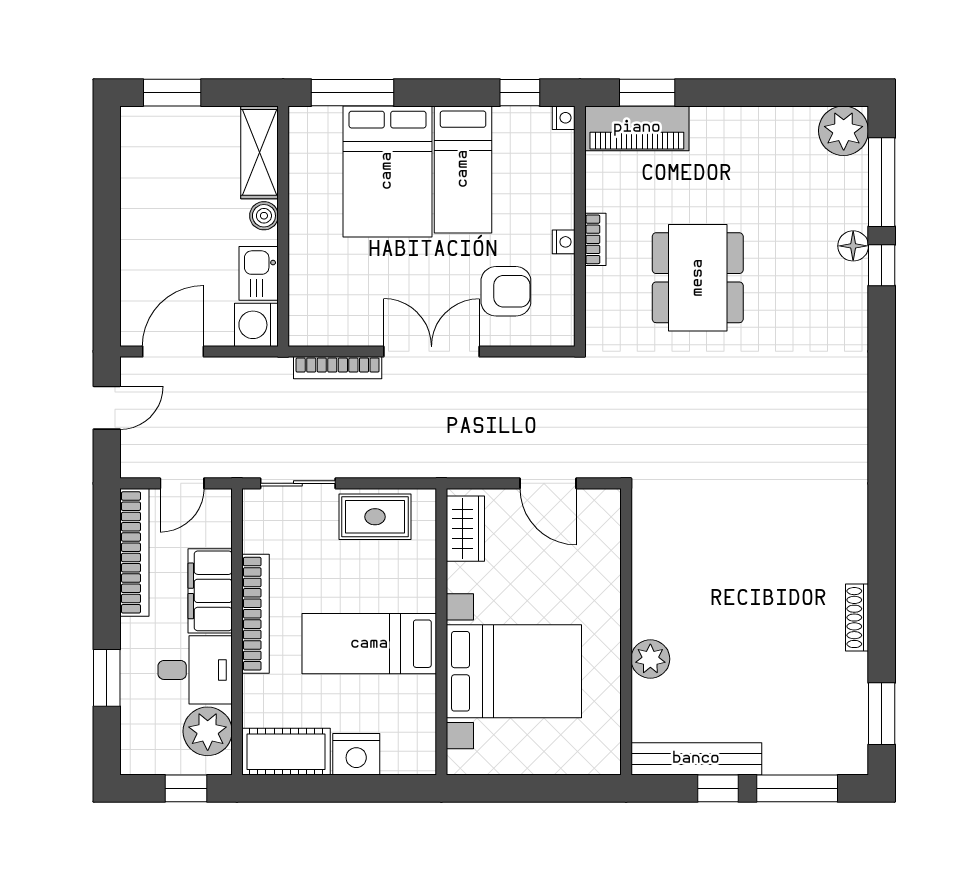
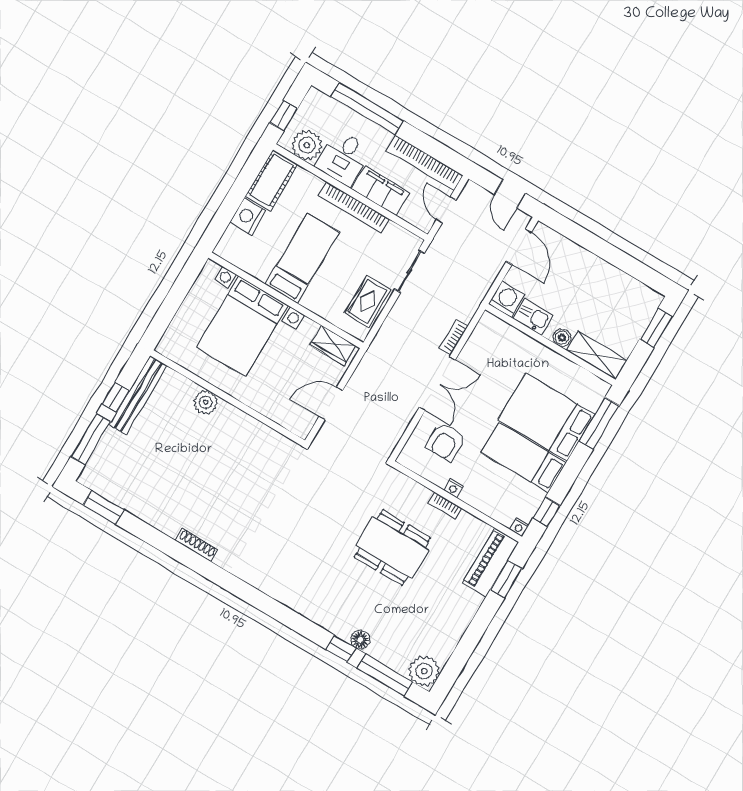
bookcase: (338, 368) -> (453, 337), width x0.64
shoe rack: (857, 618) -> (197, 545), moved
window: (107, 678) -> (367, 109), width x2.11

